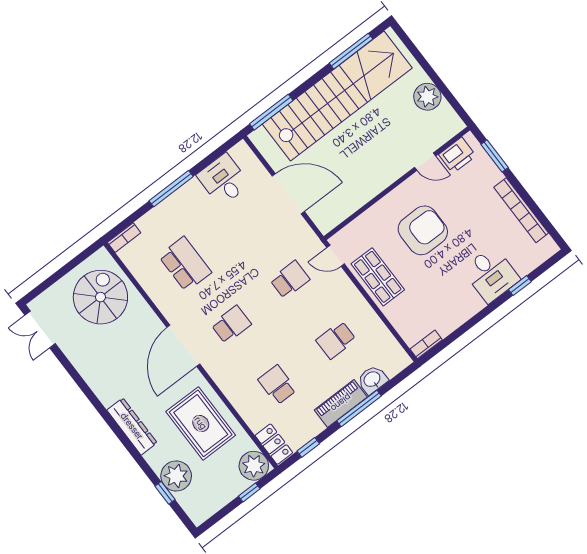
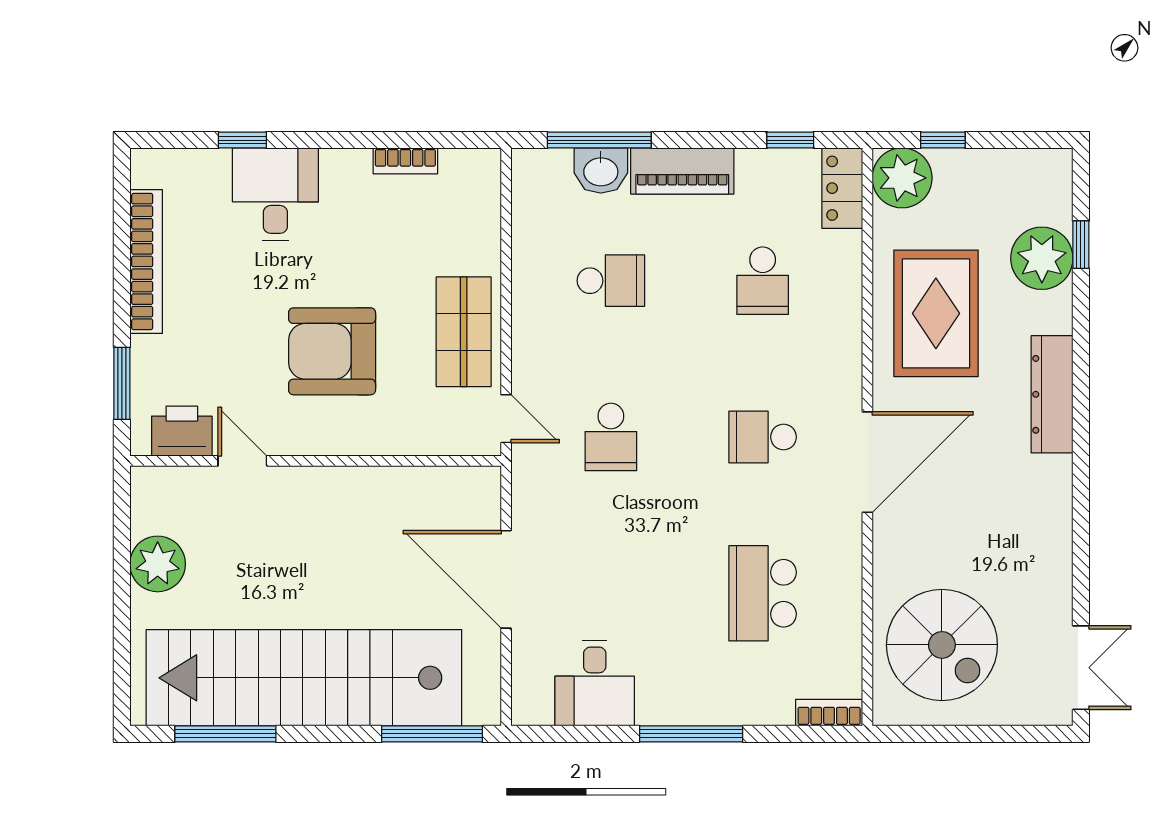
school desk: (290, 280) -> (611, 437), turned -90
spiral stairs: (100, 297) -> (942, 645), turned -90
bookcase: (426, 344) -> (405, 161), moved
window: (359, 408) -> (599, 140), moved

